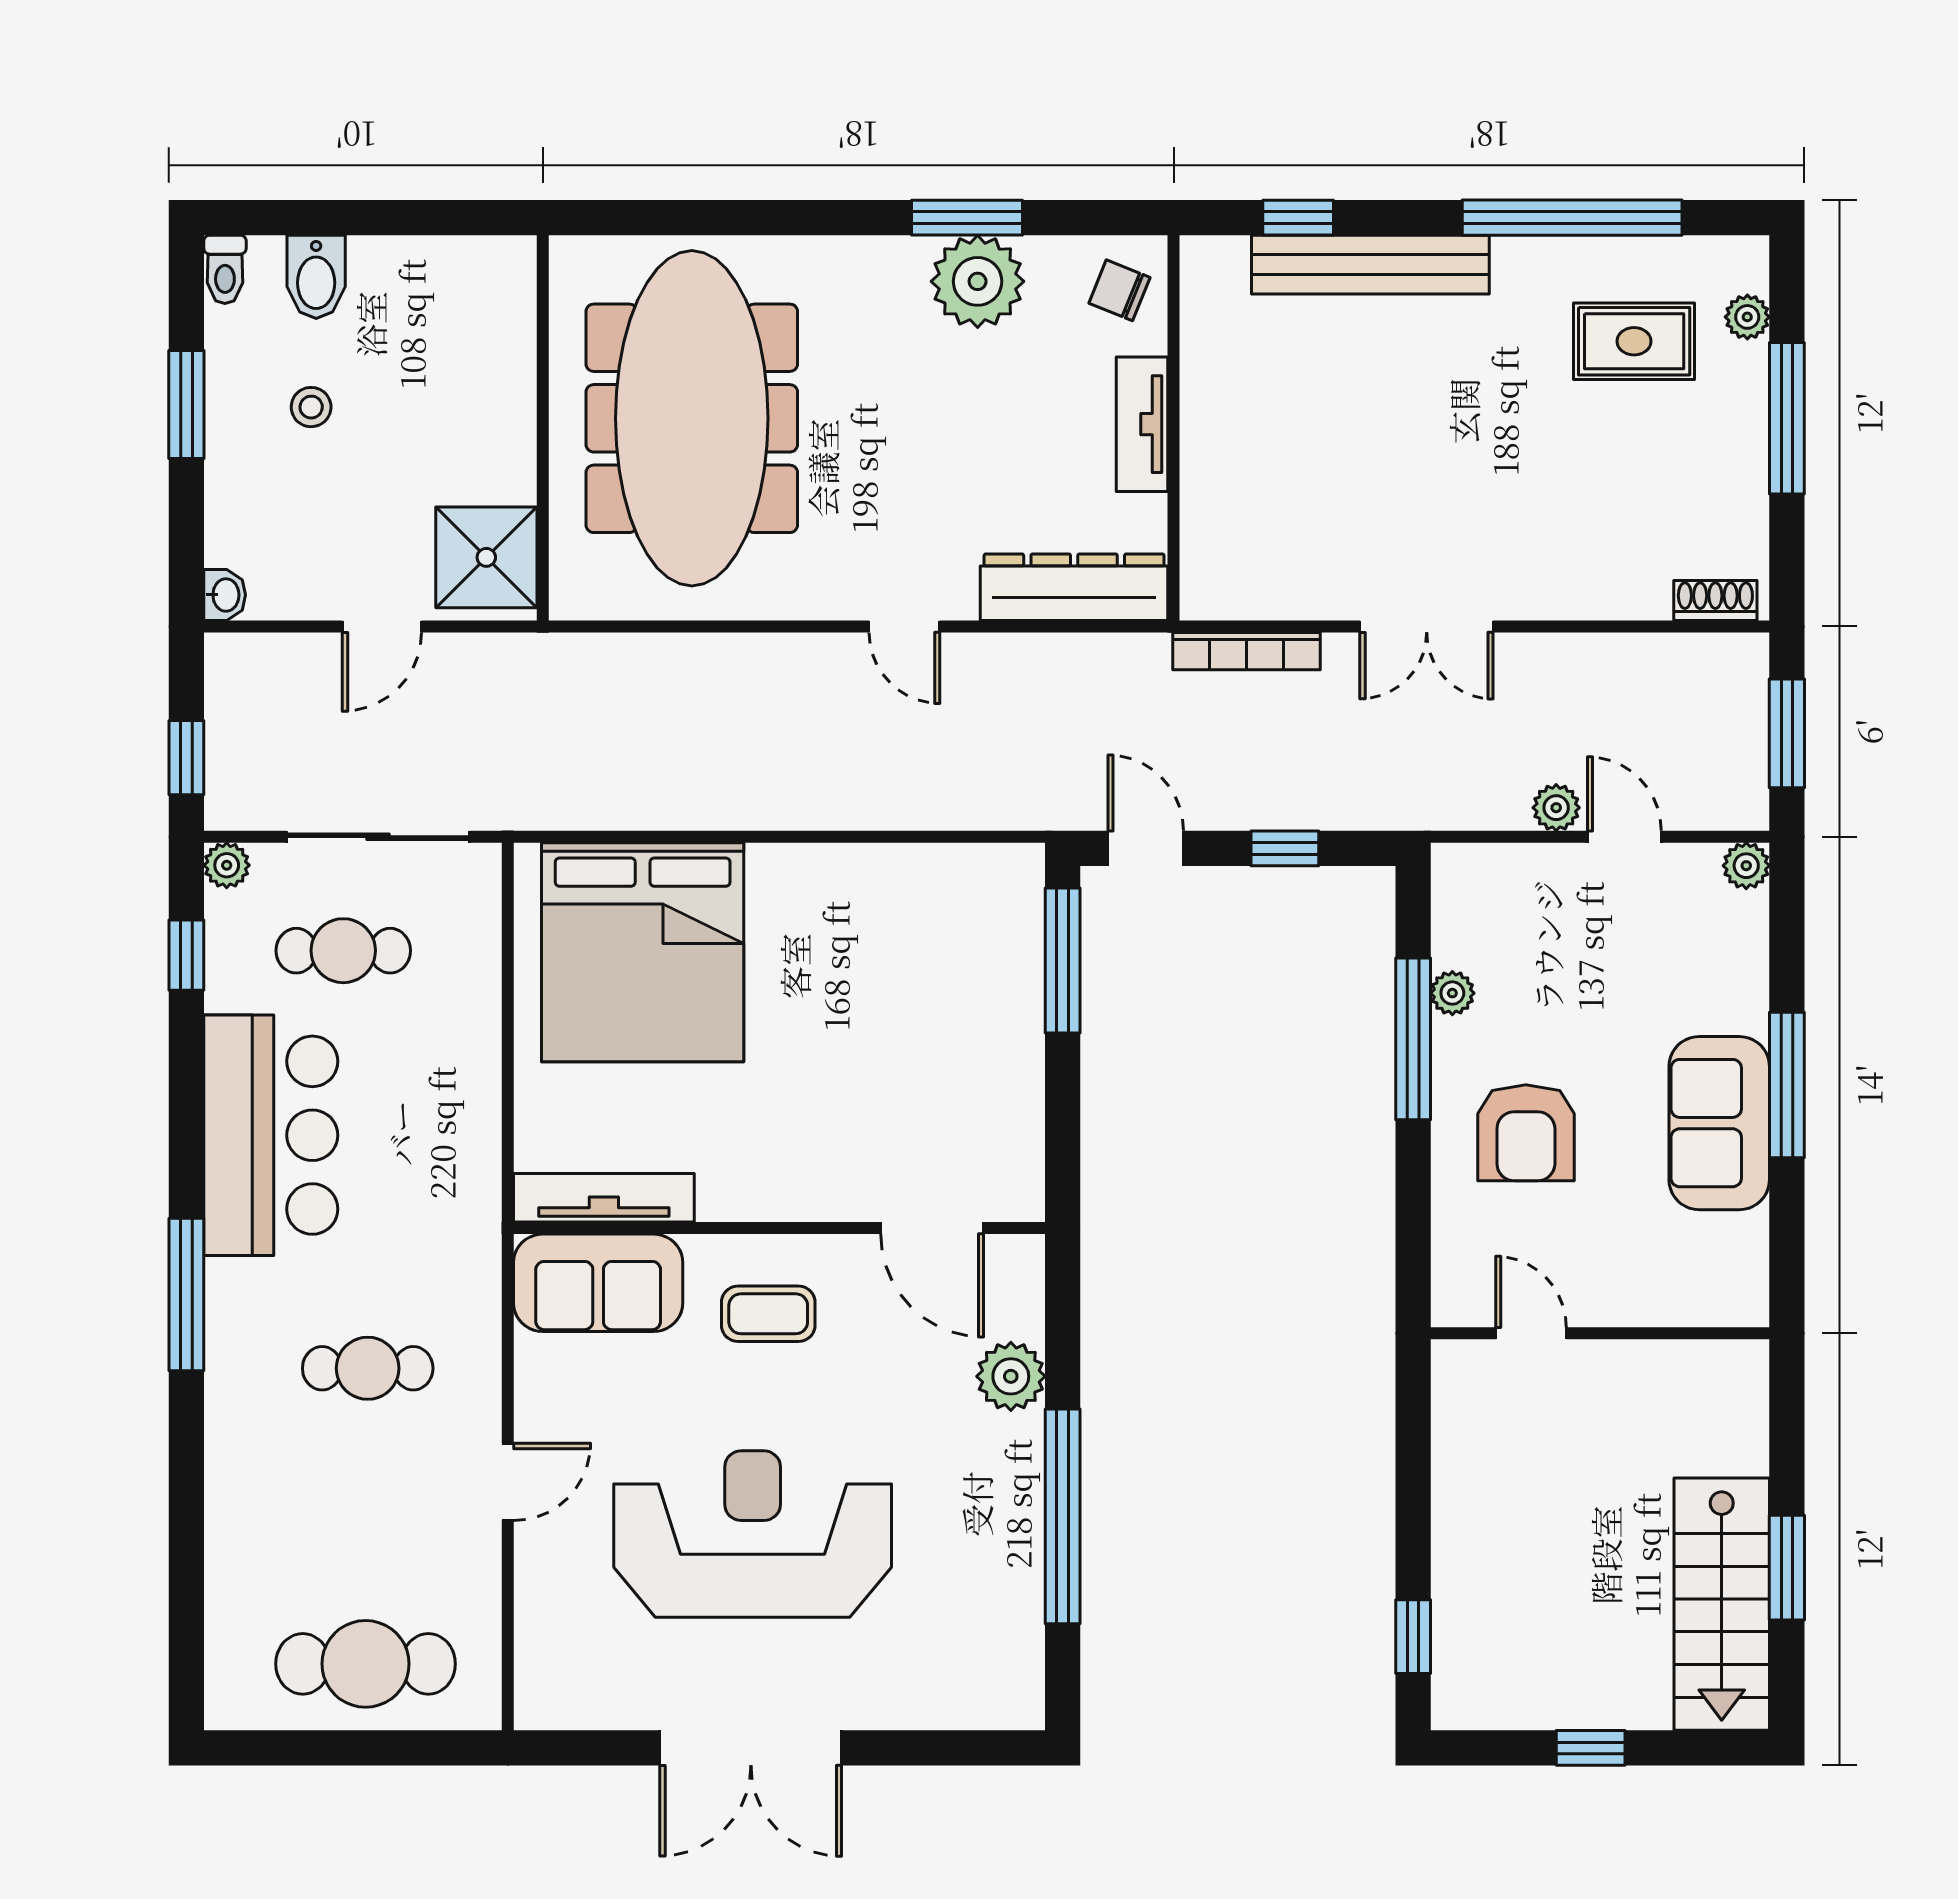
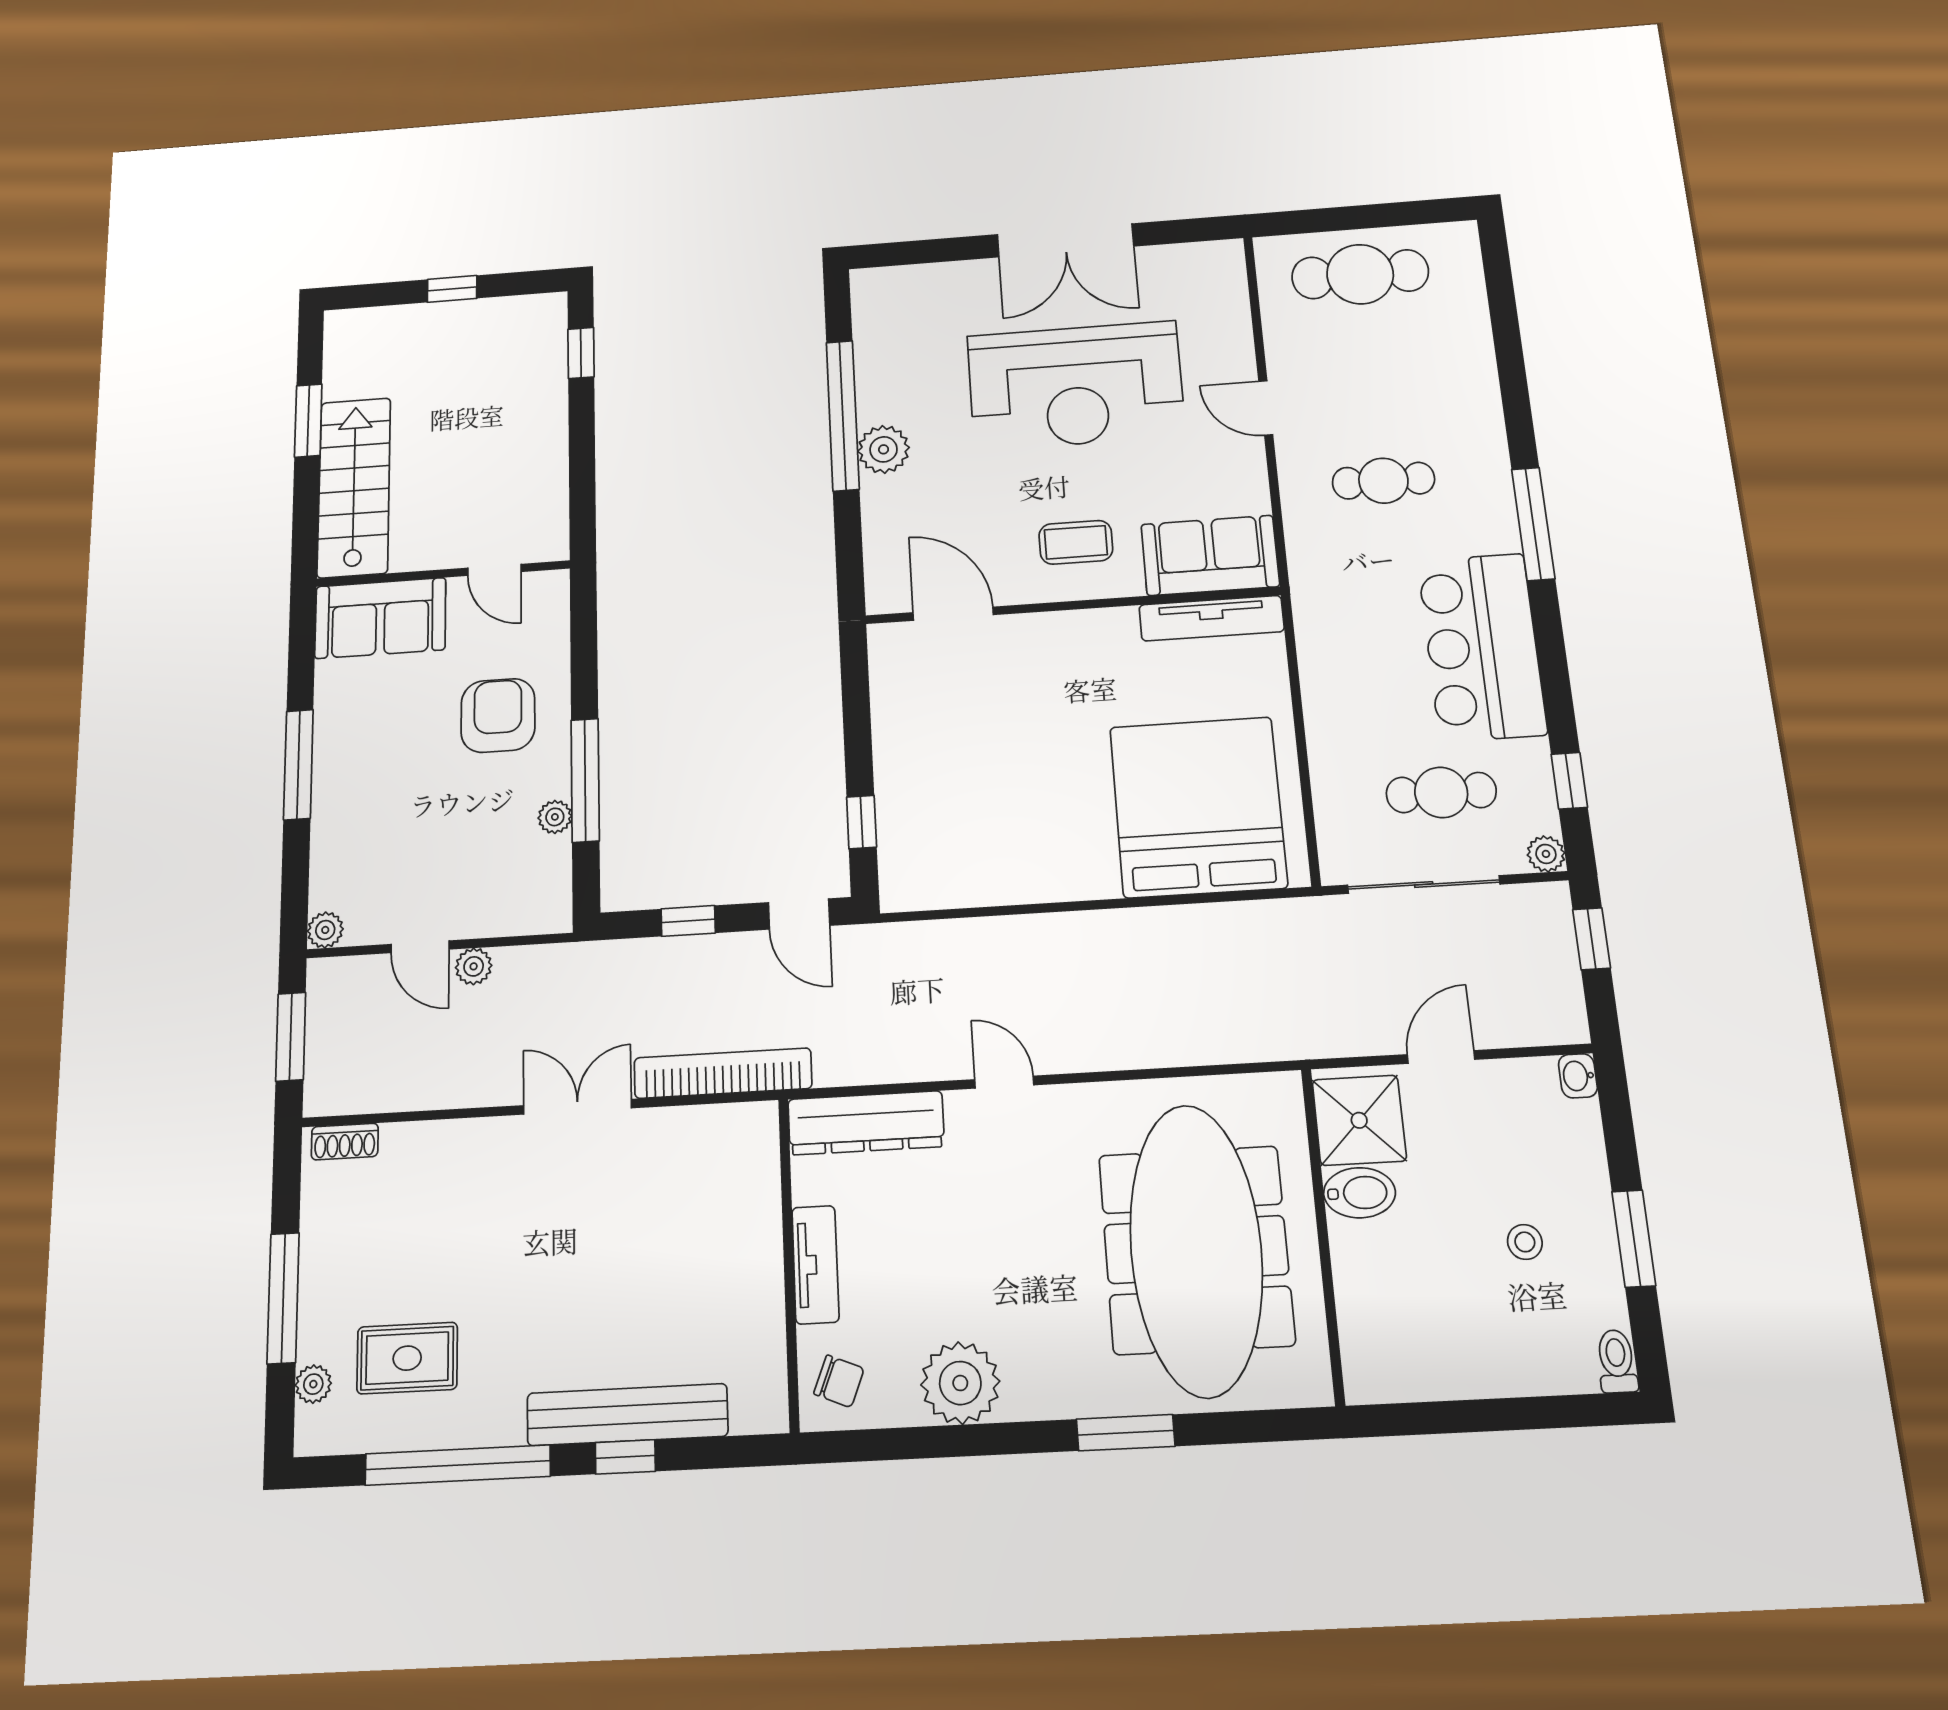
window: (967, 218) -> (1126, 1433), moved
window: (1298, 218) -> (625, 1457), moved
bidet: (316, 277) -> (1359, 1193), moved, turned 90
bookcase: (1247, 651) -> (723, 1073), width x1.48, depth x1.31
window: (1063, 961) -> (862, 822), width x0.46
sofa: (1719, 1123) -> (380, 618), moved, turned 90
plant: (1011, 1376) -> (884, 449), moved
door: (508, 1482) -> (1266, 408), hinge flipped
stairs: (1722, 1604) -> (354, 487), moved
double door: (751, 1748) -> (1065, 240), swing flipped

